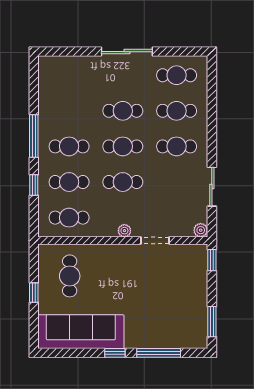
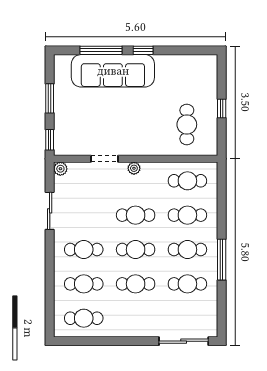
sliding door: (127, 52) -> (184, 341), moved
cafe table: (69, 111) -> (187, 284), added
window: (34, 185) -> (222, 212), removed
window: (212, 322) -> (50, 98), moved
sofa: (81, 332) -> (113, 71), moved

